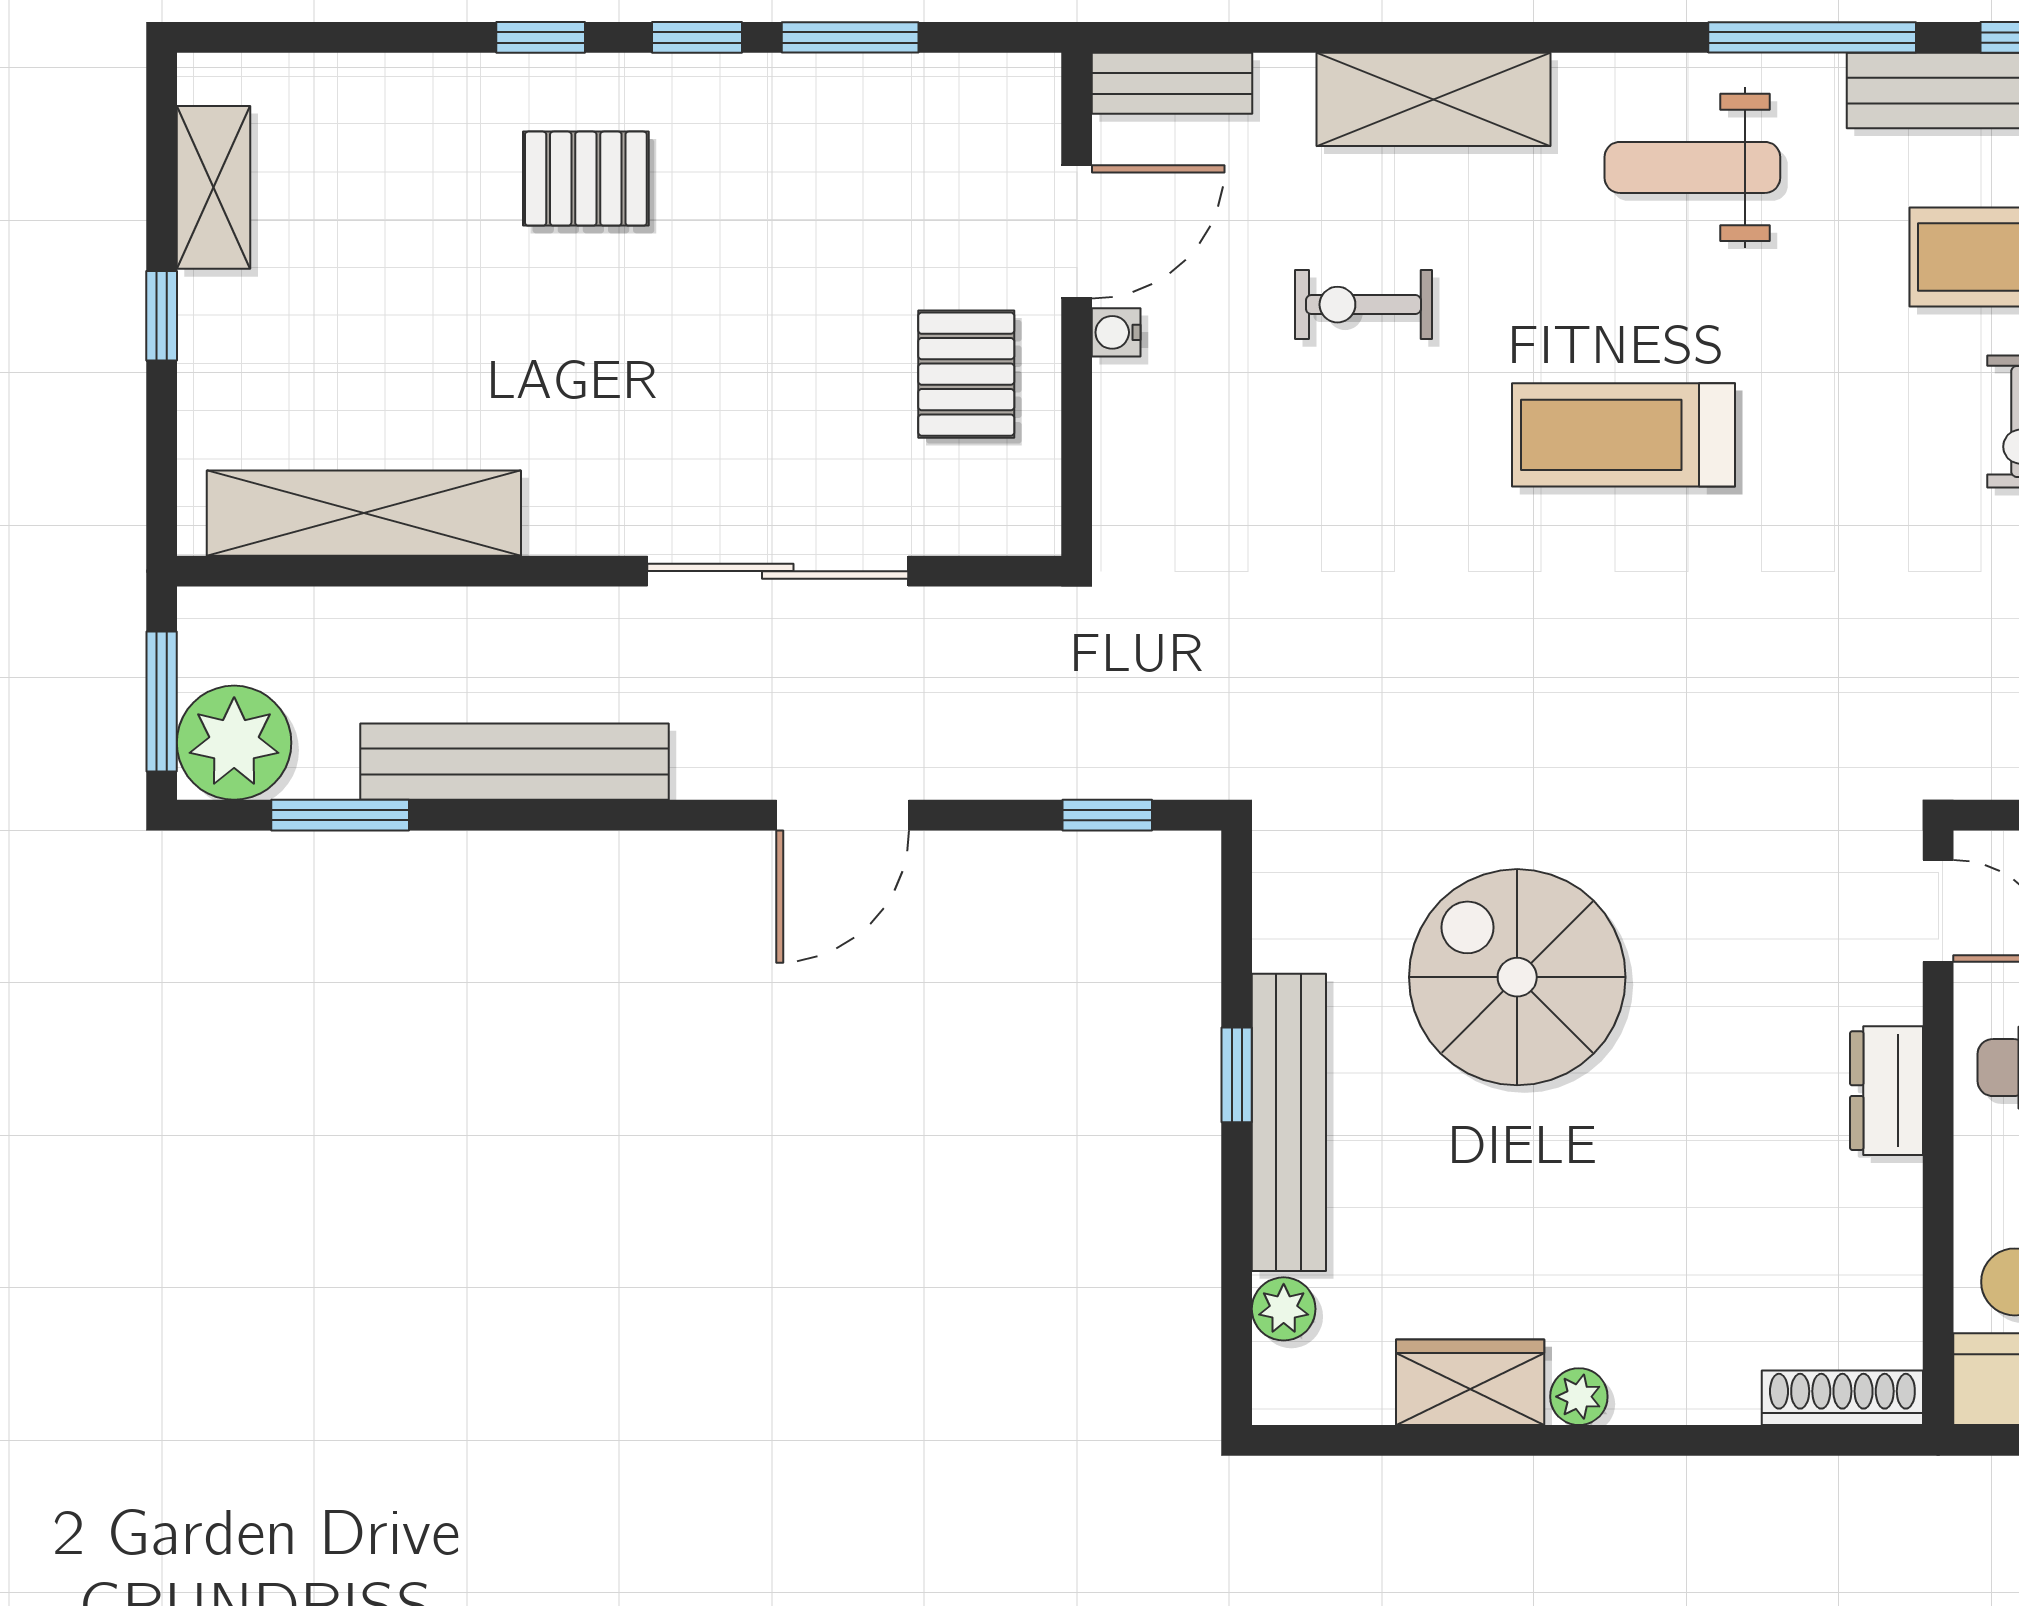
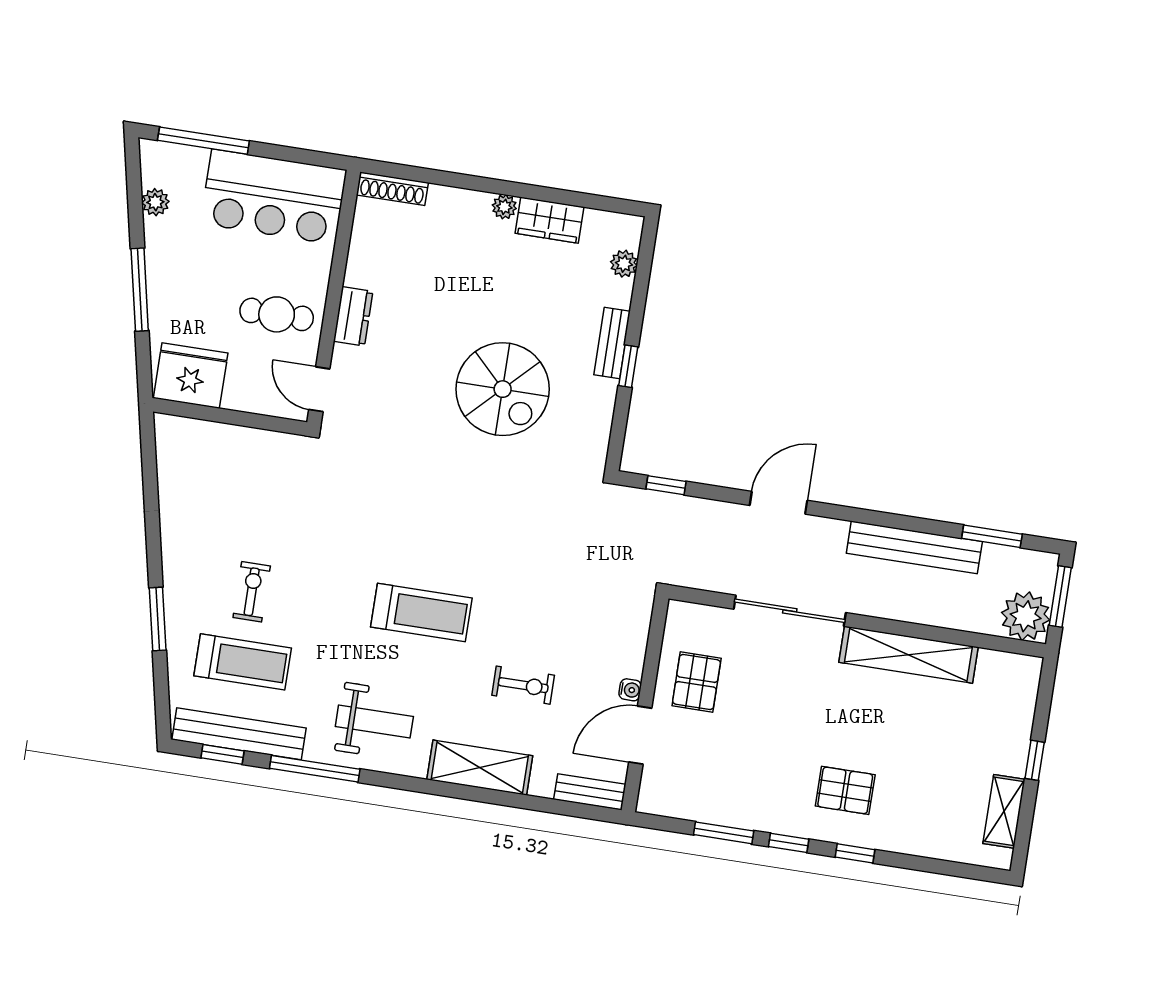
shelving: (364, 513) -> (908, 655), moved
plant: (234, 743) -> (1026, 616), moved
bench: (1289, 1122) -> (612, 343), width x0.54, depth x0.82

